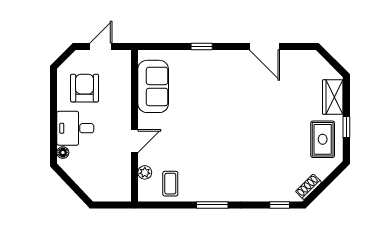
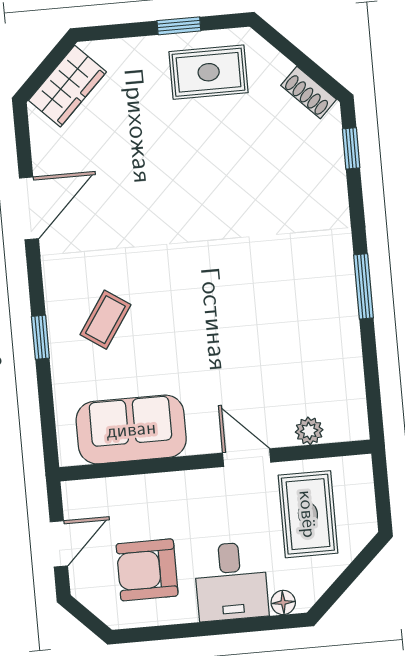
door: (101, 47) -> (59, 544), swing flipped
wardrobe: (333, 97) -> (67, 86), moved, turned -45
rug: (105, 168) -> (308, 514), added
coffee table: (170, 184) -> (105, 320), moved, turned -56

